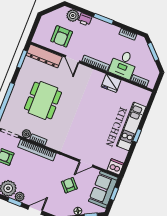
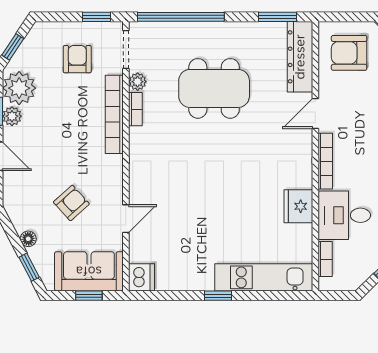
armchair: (62, 36) -> (349, 53), moved
kitchen unit: (131, 126) -> (264, 277), moved
door: (86, 163) -> (126, 219), swing flipped

